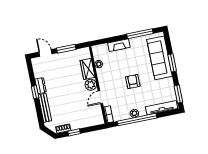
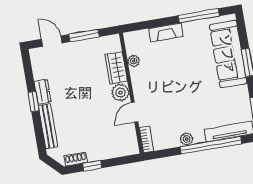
armchair: (133, 81) -> (186, 89), removed
window: (137, 120) -> (211, 145), moved

